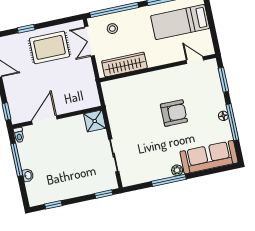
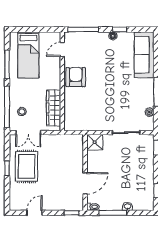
window: (26, 29) -> (7, 168), moved
window: (223, 80) -> (83, 29), width x1.44
armchair: (174, 113) -> (76, 77), moved
door: (44, 120) -> (85, 183), swing flipped
window: (232, 122) -> (120, 29), width x0.46
plant: (177, 170) -> (149, 112), moved

